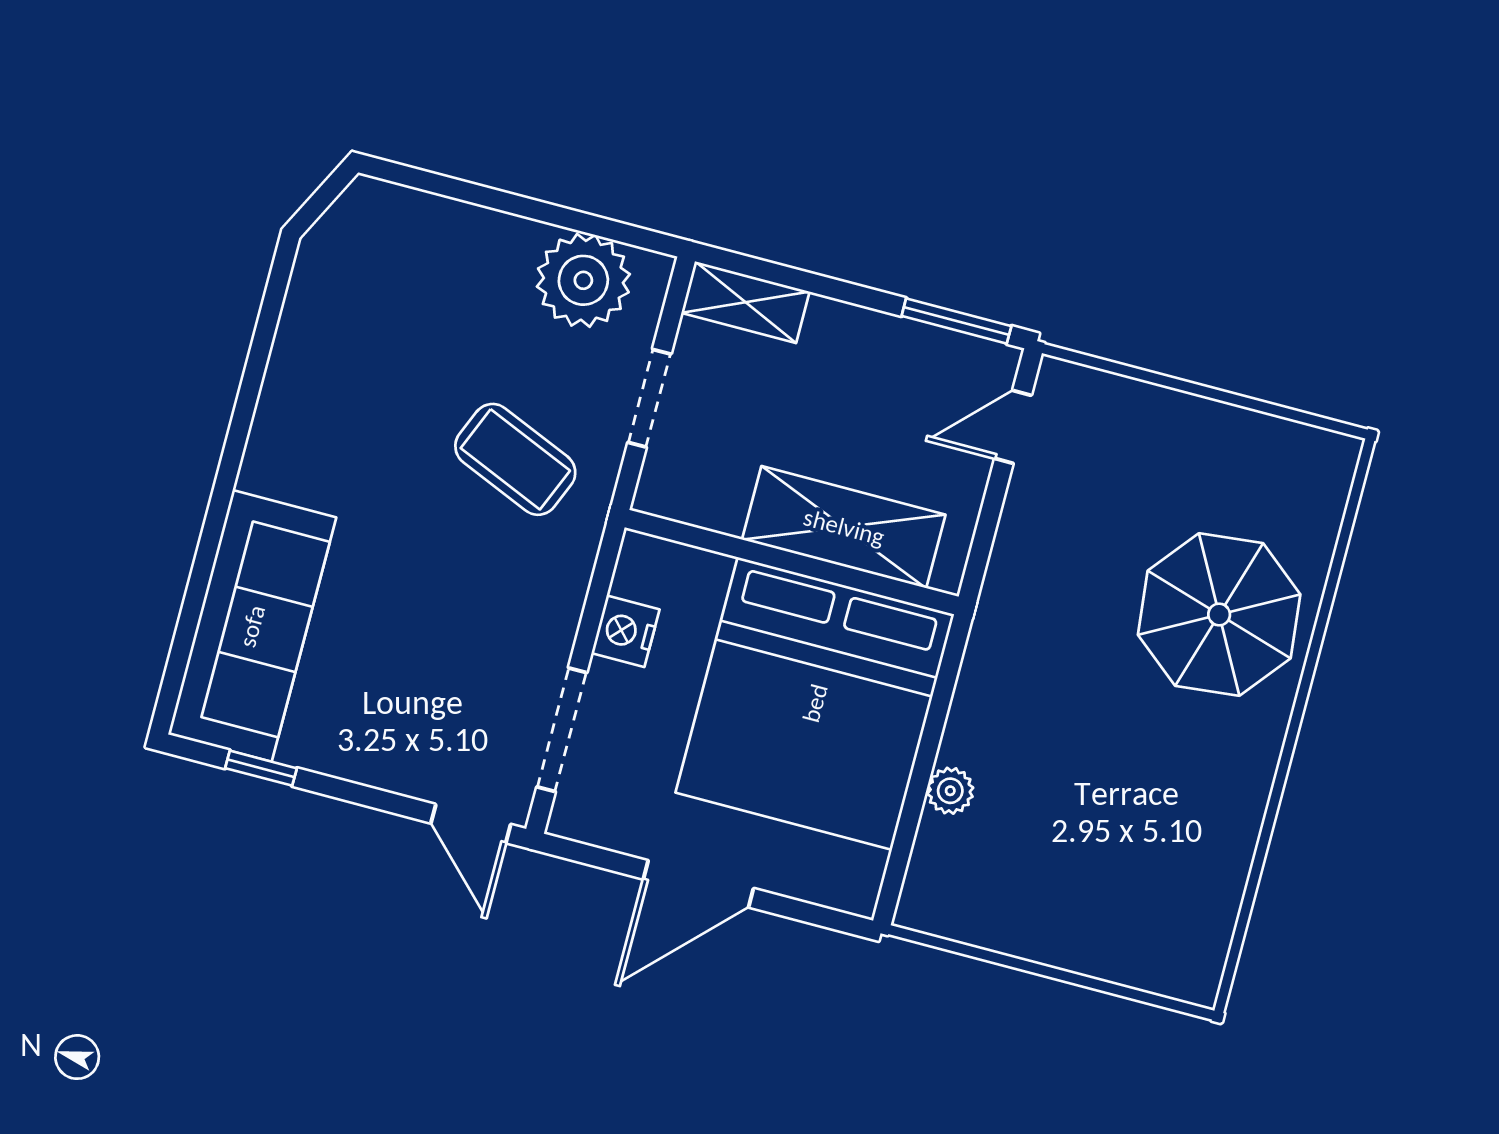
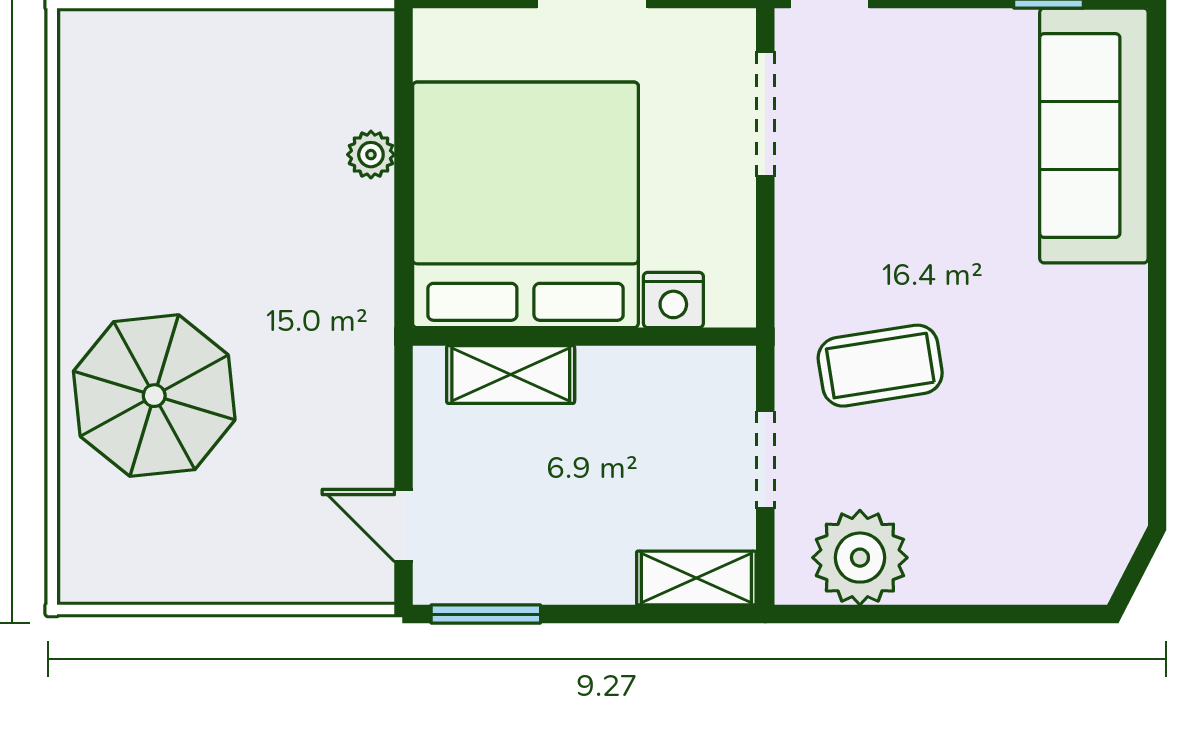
door: (1013, 427) -> (403, 525), swing flipped
coffee table: (515, 459) -> (880, 366), turned -32
shelving: (844, 527) -> (511, 375), width x0.67, depth x0.75
nightstand: (625, 631) -> (673, 300), moved, turned 90

